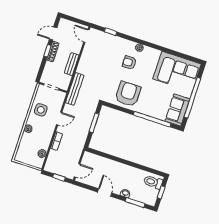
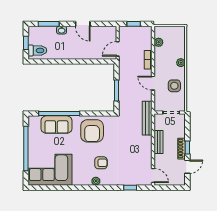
sofa: (177, 110) -> (56, 125), moved, turned 90
door: (59, 119) -> (153, 83), hinge flipped
door: (77, 170) -> (118, 49), moved

